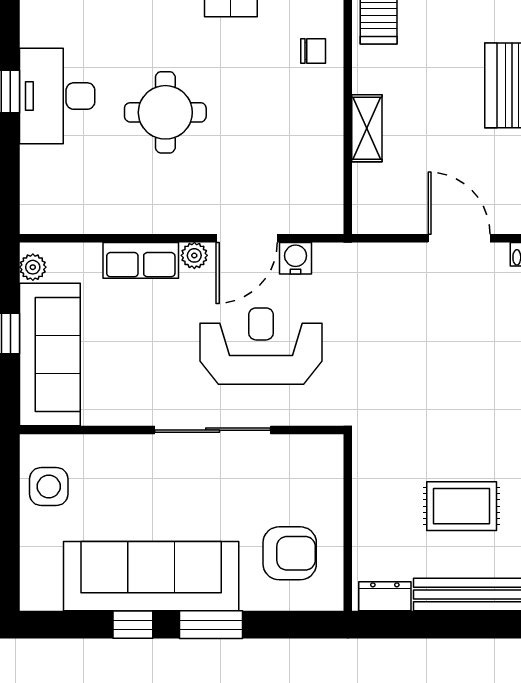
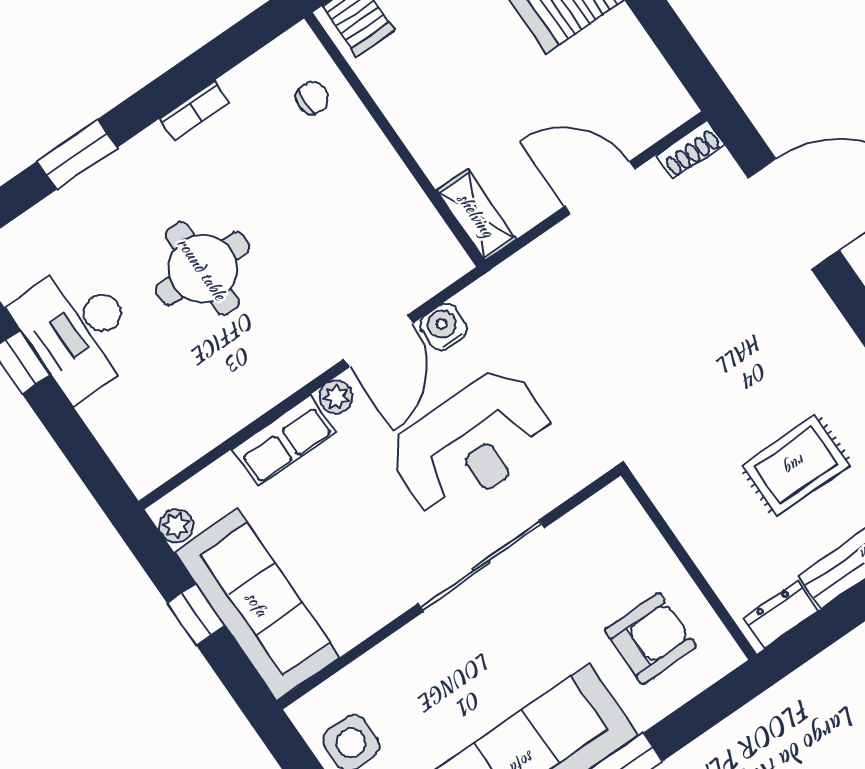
shelving: (367, 128) -> (476, 215), moved
reception desk: (261, 346) -> (471, 443), turned 180

